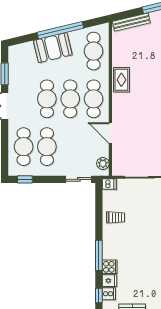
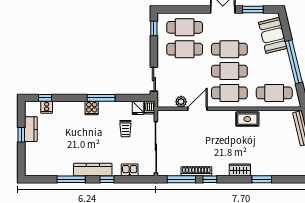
booth: (53, 48) -> (273, 35), moved
plant: (103, 163) -> (181, 102), moved
trolley: (115, 217) -> (125, 129), moved
window: (99, 255) -> (101, 98), moved
cooker: (110, 267) -> (92, 108), moved
fridge: (110, 281) -> (138, 108), moved

